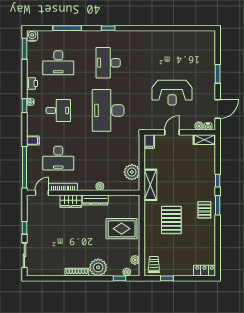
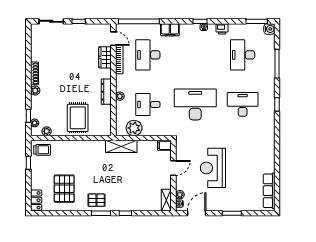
row of seats: (195, 36) -> (269, 191), added
door: (218, 109) -> (197, 213), swing flipped
desk: (58, 110) -> (148, 104), moved, turned 90
door: (172, 132) -> (173, 168), hinge flipped
filing cabinet: (33, 141) -> (170, 30), width x2.00
wardrobe: (71, 201) -> (105, 57), moved
pallet: (171, 220) -> (64, 189), moved, turned 90
plant: (98, 267) -> (35, 90), width x0.53, depth x0.53

